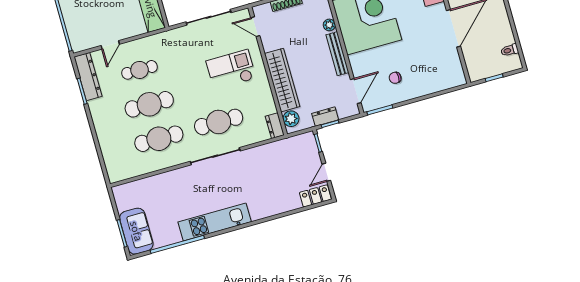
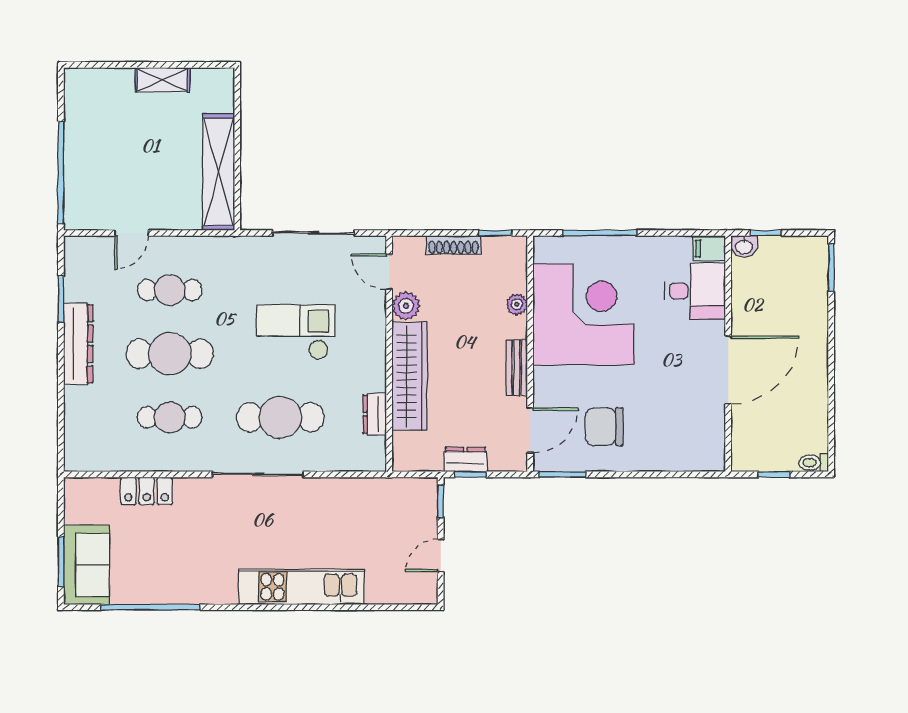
toilet: (510, 50) -> (814, 463), moved
bench: (337, 54) -> (517, 368), width x0.73
checkout: (231, 70) -> (296, 332), moved
dresser: (88, 77) -> (78, 344), moved
chair: (395, 78) -> (604, 427), width x1.87, depth x1.87
plant: (291, 119) -> (406, 306), moved
dresser: (275, 126) -> (375, 414), moved
cafe table: (159, 139) -> (170, 417), width x0.73, depth x0.74
locker: (315, 196) -> (147, 491), moved, turned 180
kitchen unit: (215, 222) -> (301, 587), moved

